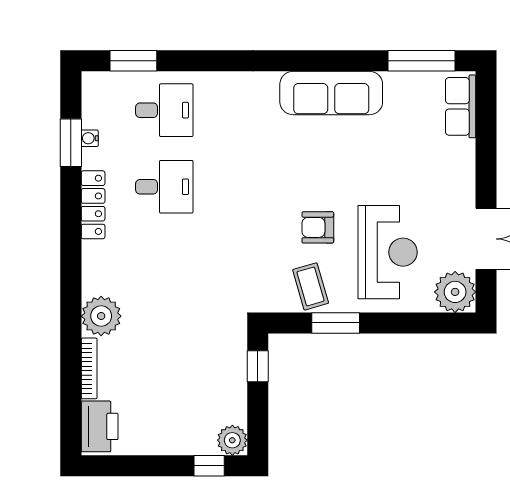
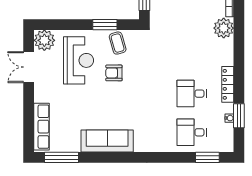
row of seats: (461, 106) -> (42, 127), width x1.48
armchair: (318, 227) -> (114, 73), turned 180
reception desk: (388, 252) -> (79, 60), turned 180

